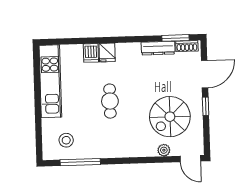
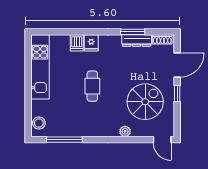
window: (176, 38) -> (133, 32), moved
spiral stairs: (170, 117) -> (145, 102), turned 180
stool: (66, 140) -> (39, 123), moved
plant: (164, 150) -> (125, 131), moved

